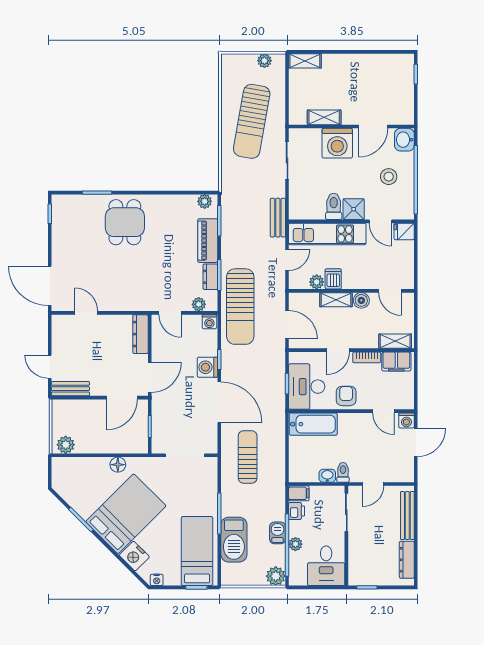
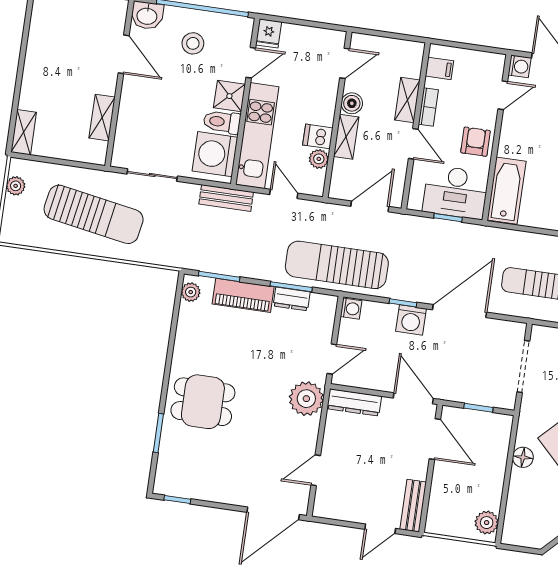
washing machine: (337, 143) -> (215, 154), moved, turned 180
plant: (199, 304) -> (306, 399), moved, width x1.88, depth x1.88
sun lounger: (240, 307) -> (337, 265), turned 180
shelving: (395, 341) -> (407, 100), moved
filing cabinet: (396, 361) -> (439, 68), width x0.50
armchair: (346, 396) -> (475, 142), turned 90

